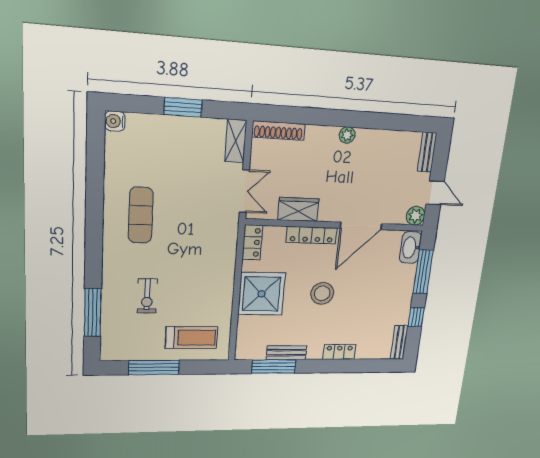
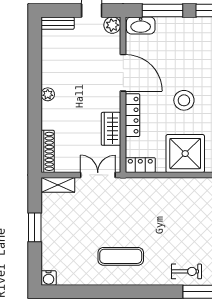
exercise bike: (147, 296) -> (187, 271), moved

